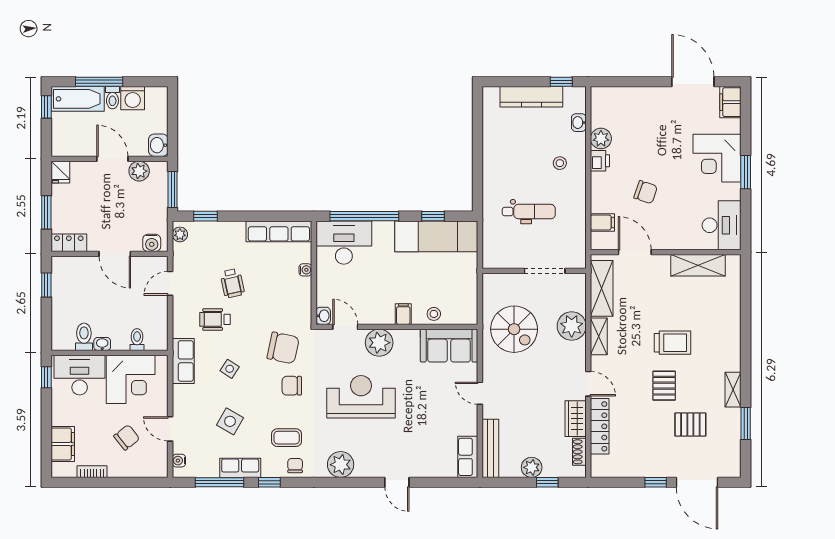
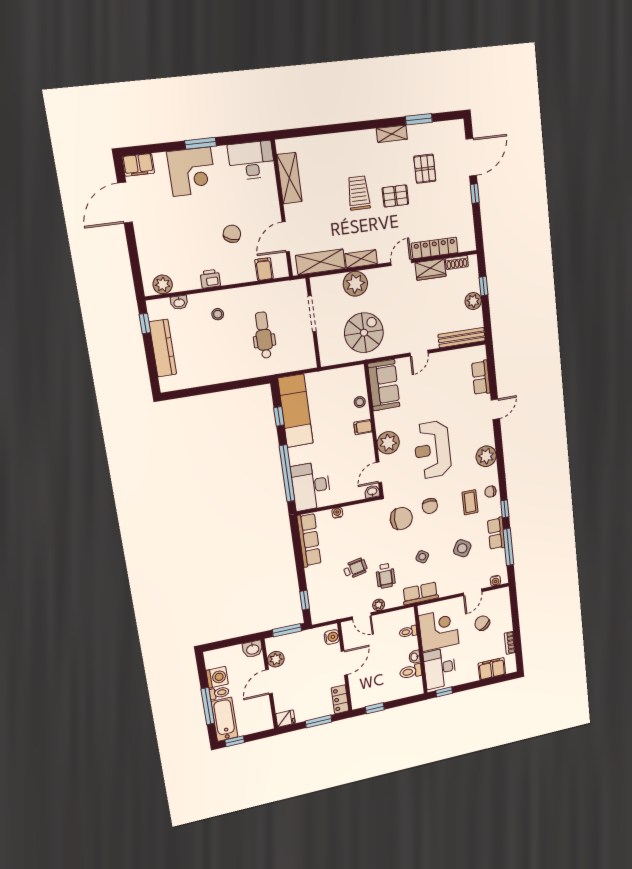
plant: (601, 139) -> (163, 284), moved
plant: (180, 234) -> (379, 605), moved
chair: (283, 348) -> (401, 518), turned 78
row of seats: (468, 457) -> (481, 378), moved, turned 90

